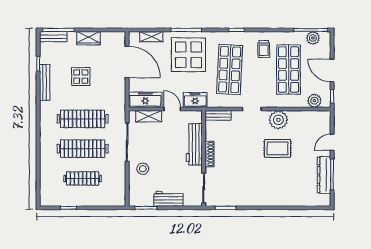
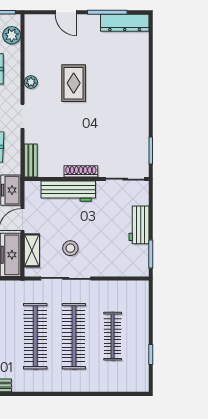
plant: (278, 120) -> (31, 82), width x0.53, depth x0.53
stool: (143, 169) -> (70, 248), moved
dresser: (324, 175) -> (125, 23), moved

